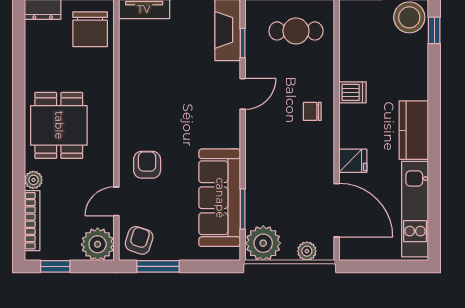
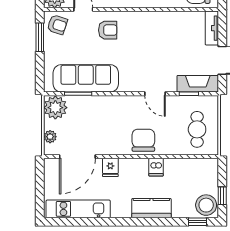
chair: (312, 111) -> (143, 140), width x1.87, depth x1.87
kitchen counter: (414, 130) -> (151, 208), moved

